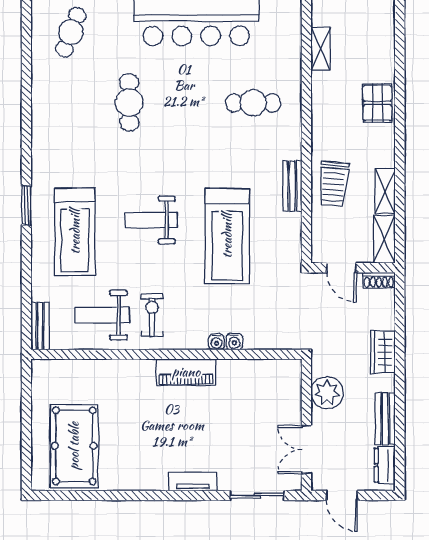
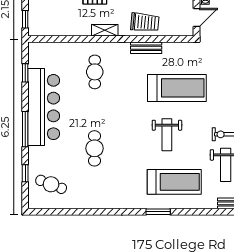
shelving: (321, 49) -> (105, 30), moved
cafe table: (129, 102) -> (94, 148), turned 90

